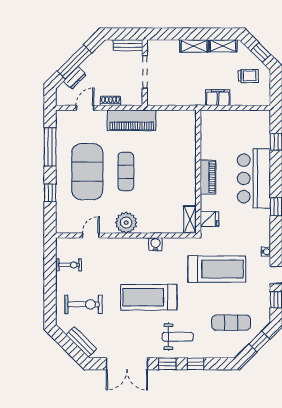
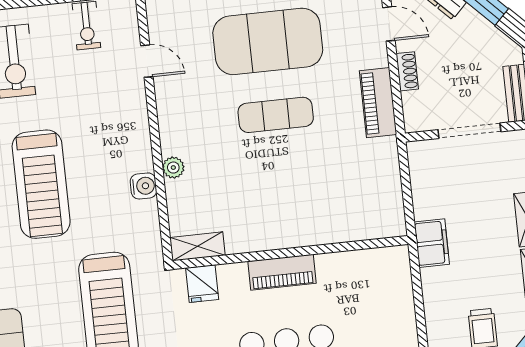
filing cabinet: (218, 98) -> (432, 243), moved
piano: (132, 120) -> (378, 103), width x0.73, depth x0.75
plant: (126, 223) -> (173, 168), moved, width x0.53, depth x0.53
treadmill: (149, 297) -> (41, 184), turned 180

